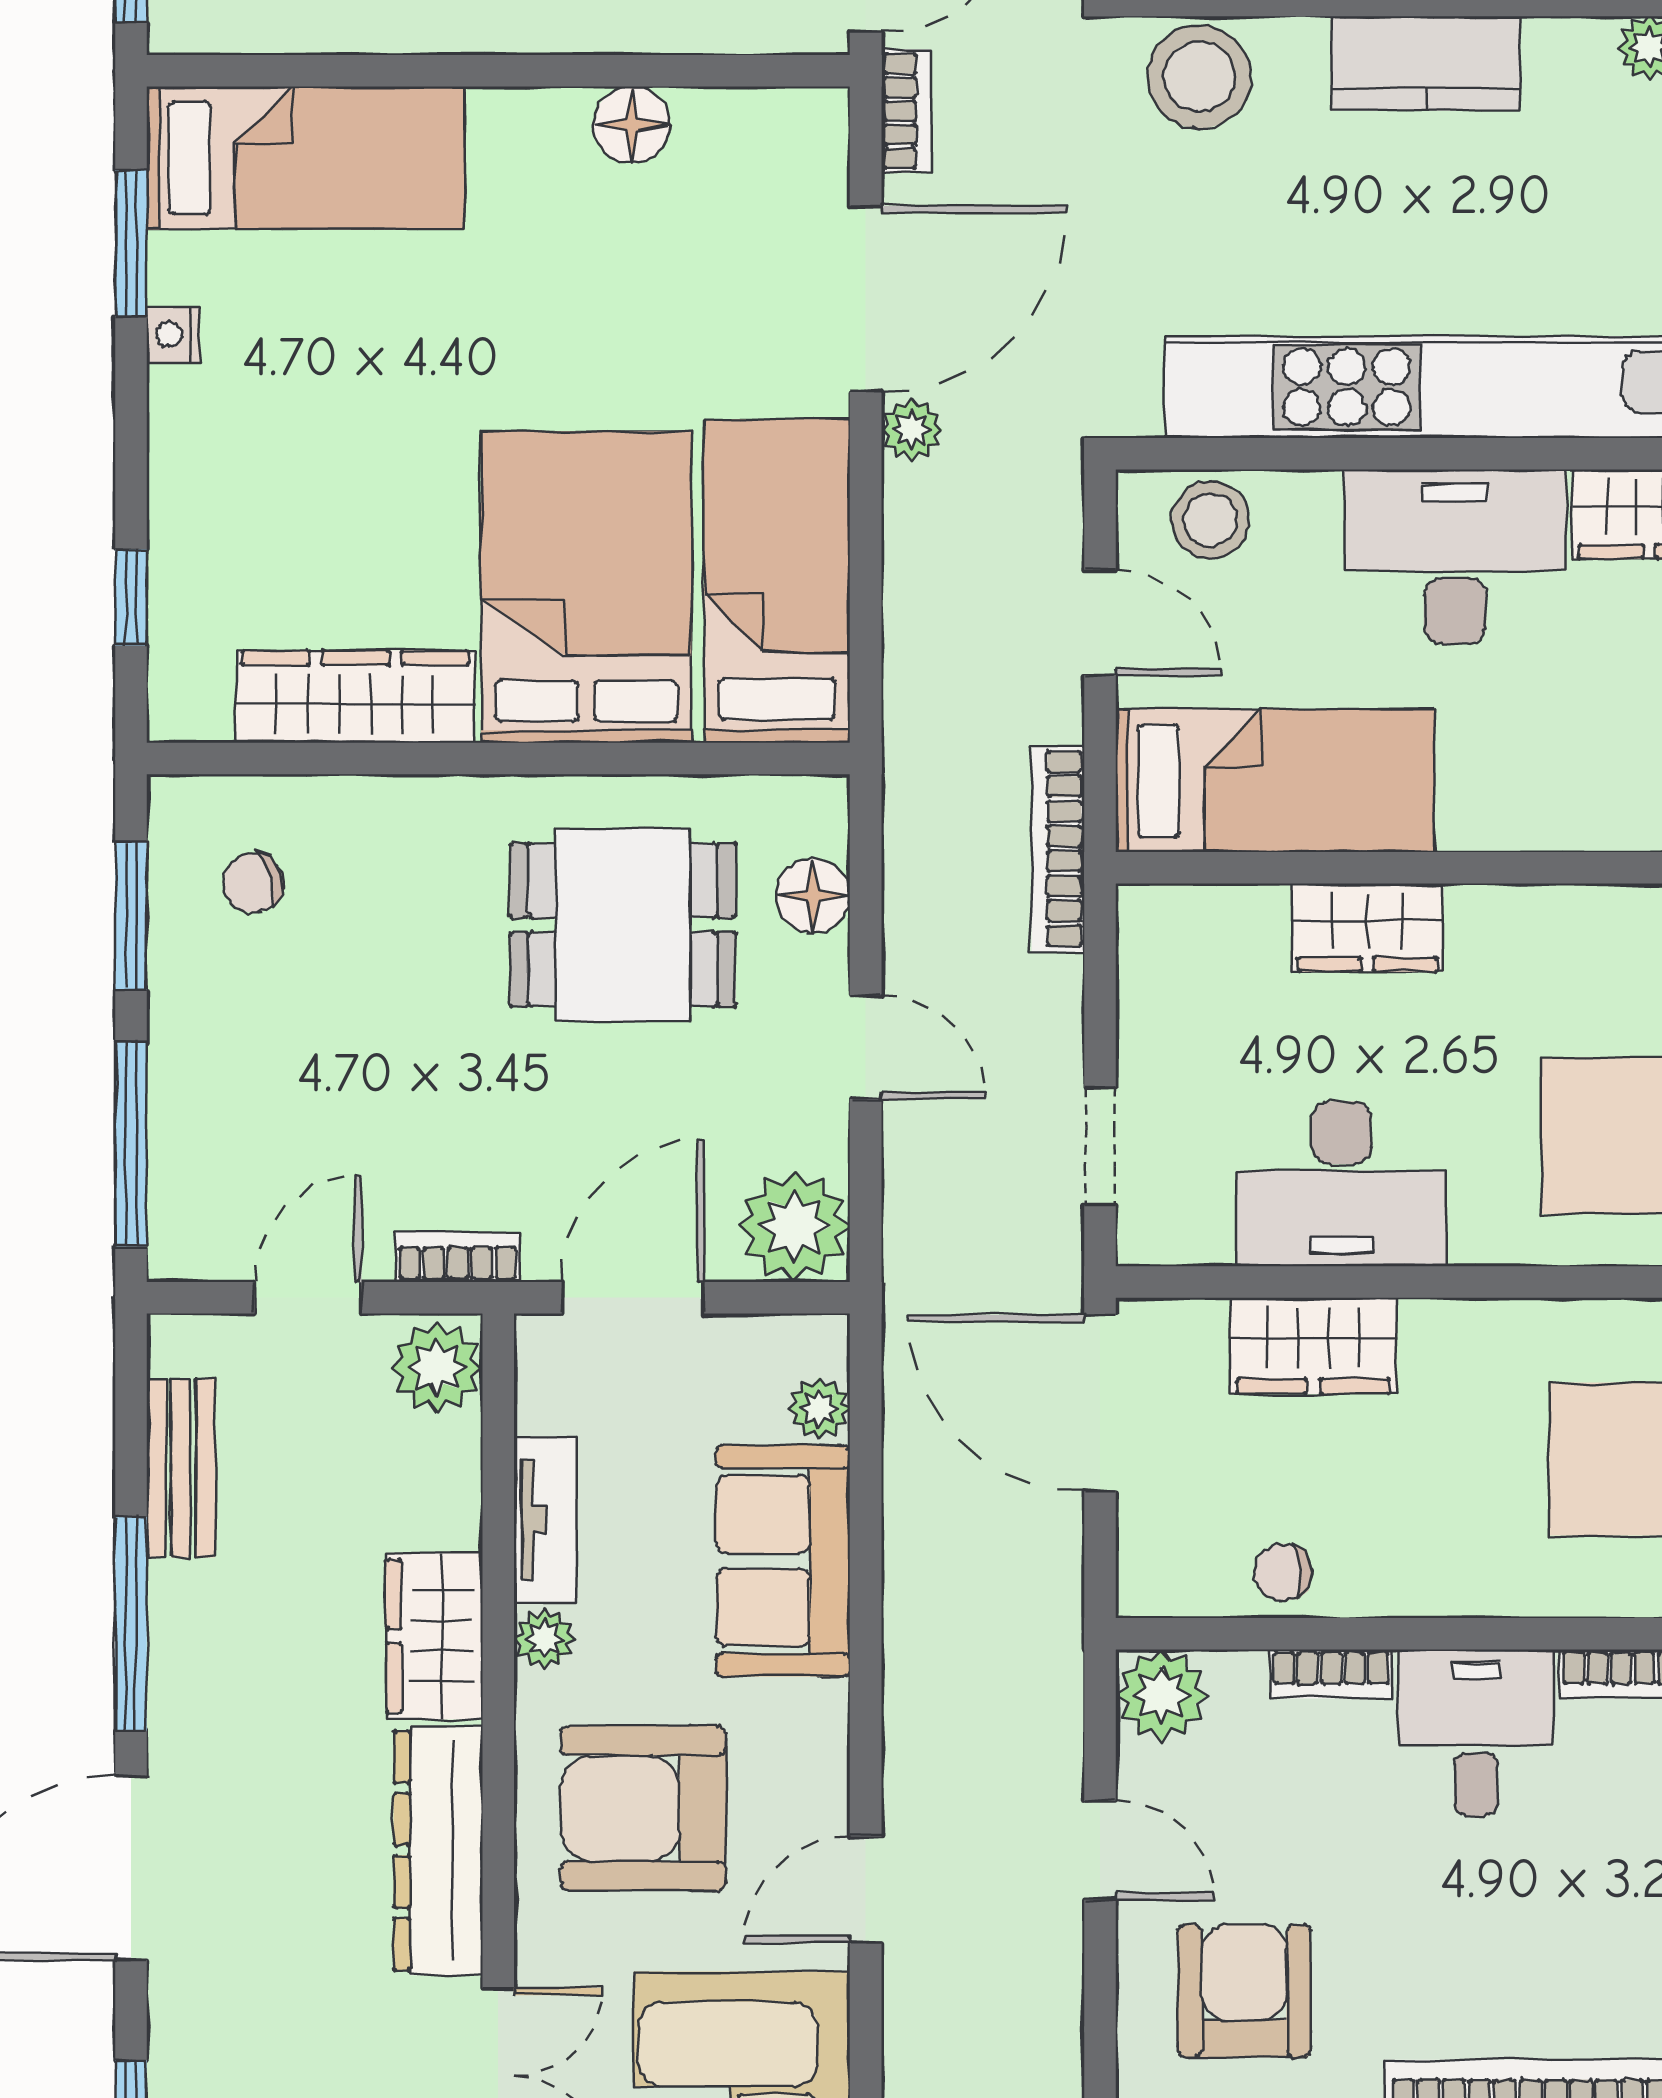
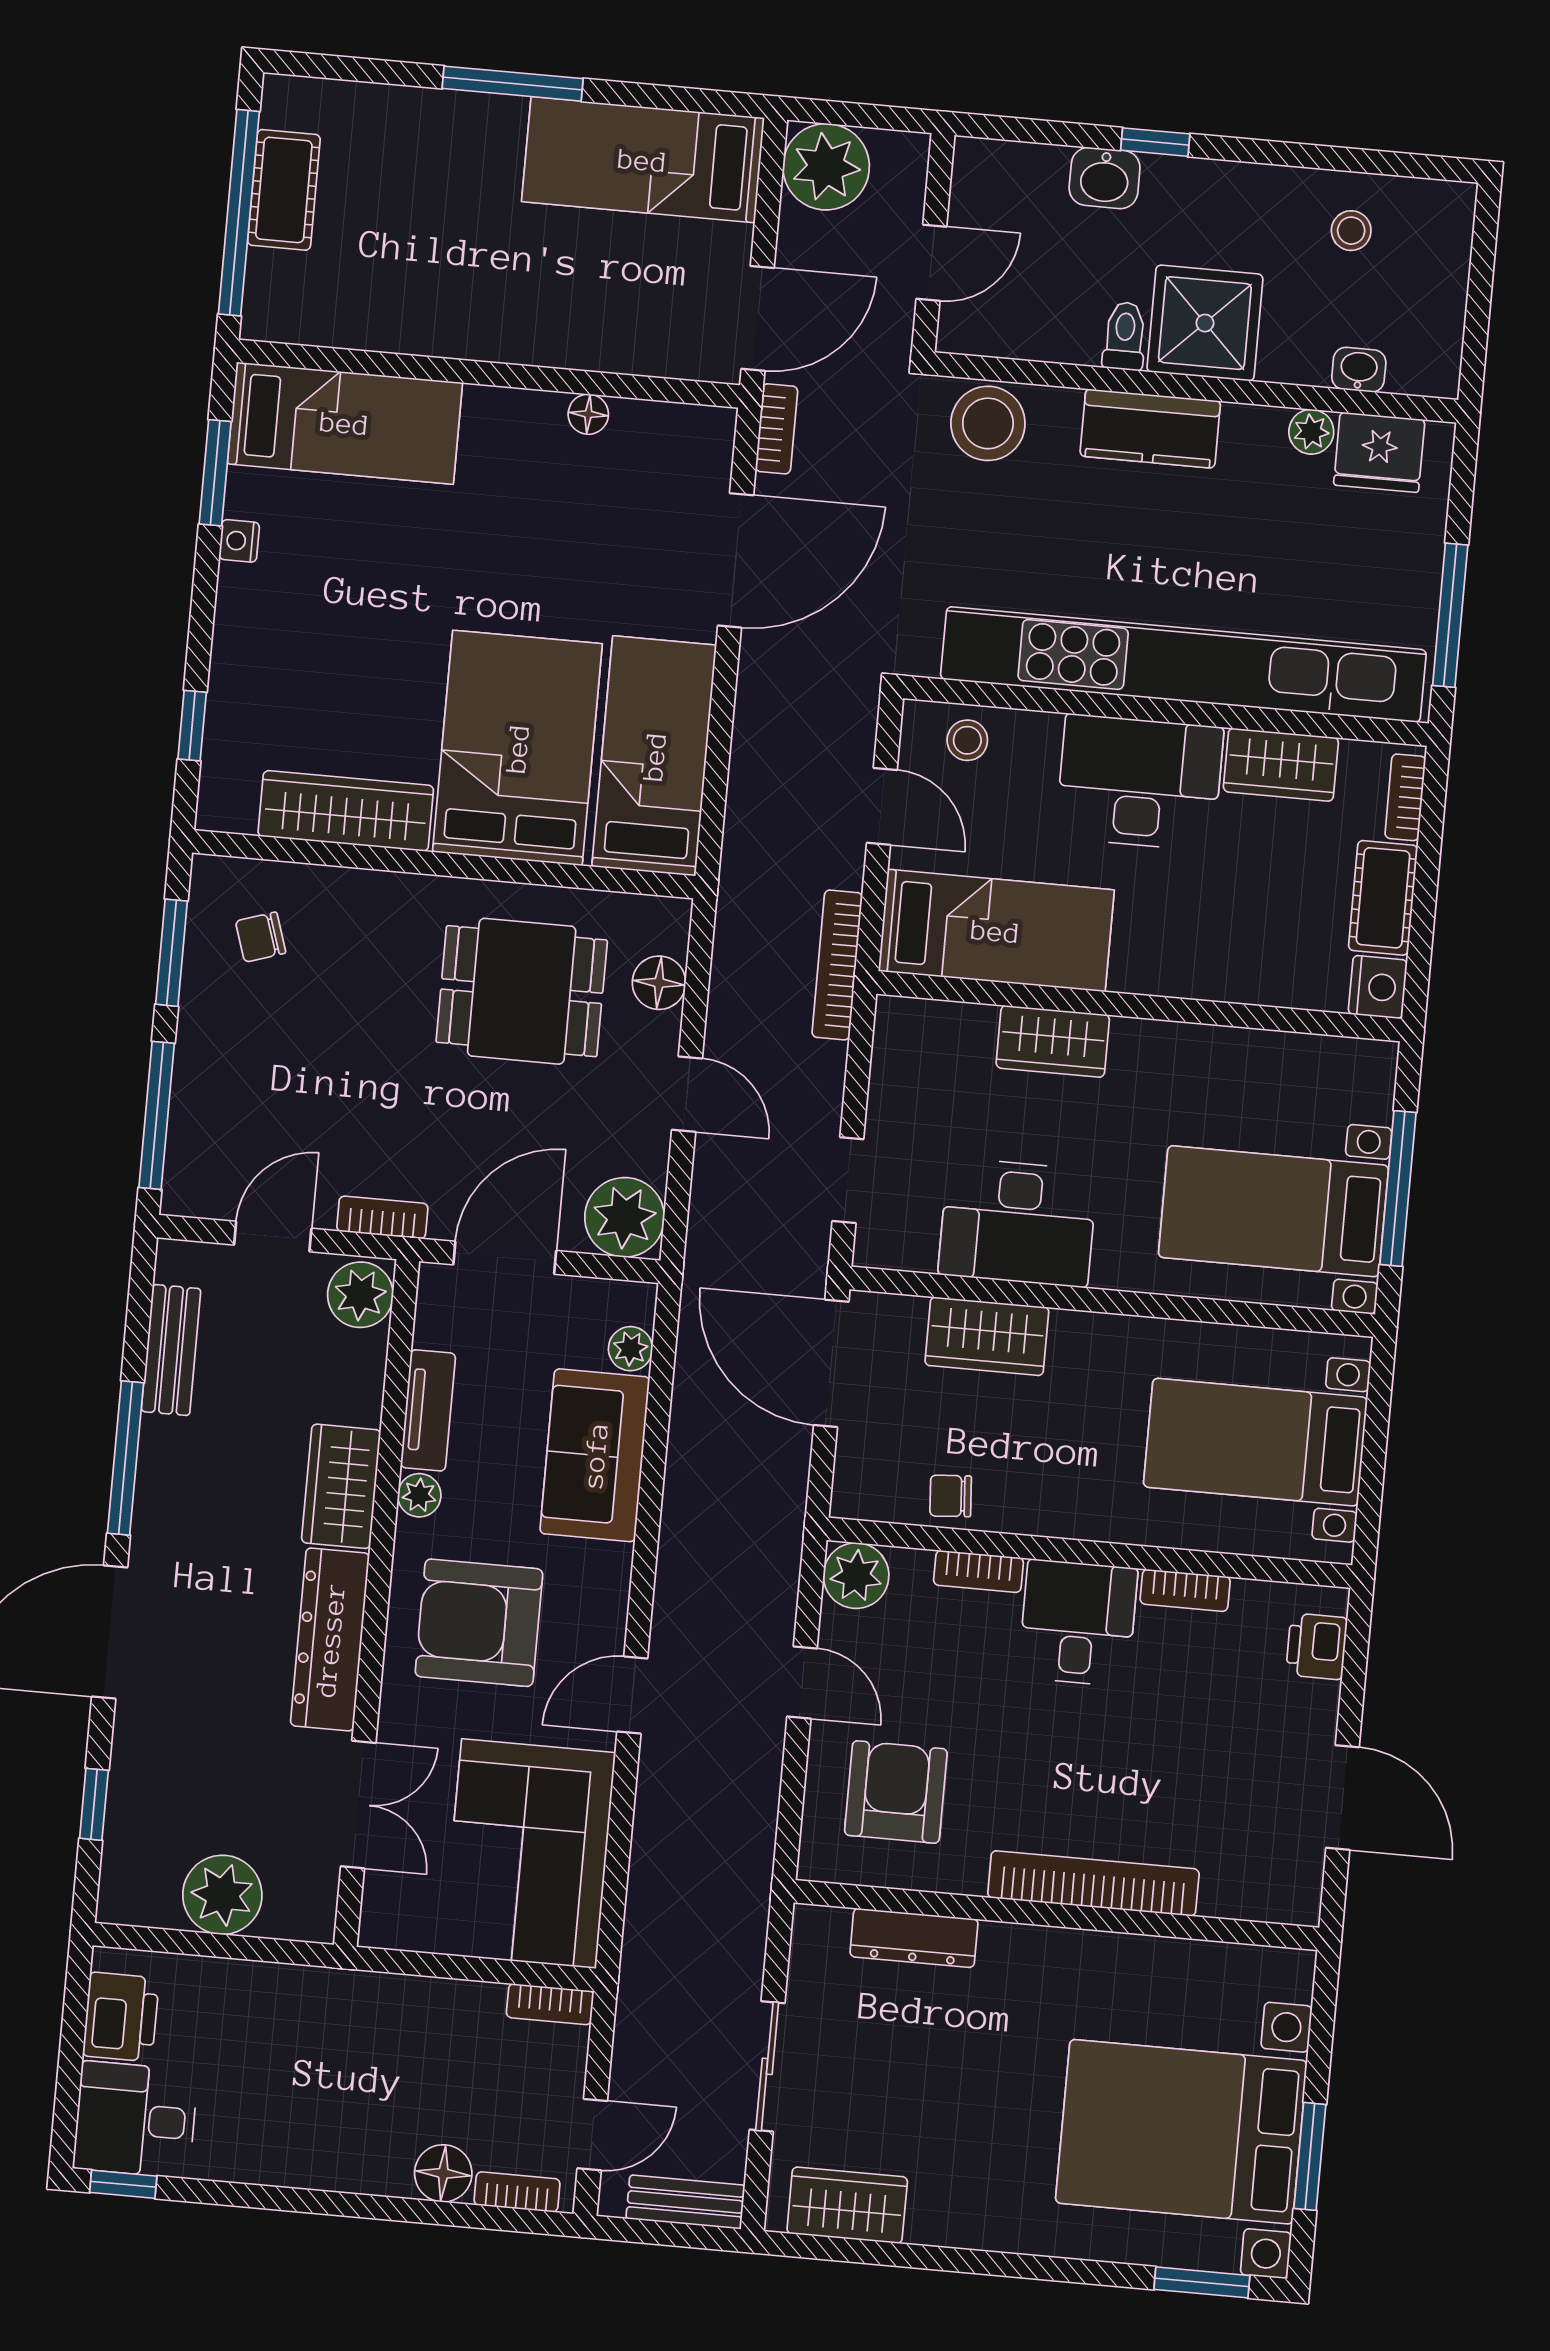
floor lamp: (632, 125) -> (588, 414), width x0.73, depth x0.73
plant: (912, 430) -> (760, 657), removed
stool: (1211, 520) -> (967, 740), width x0.73, depth x0.73

